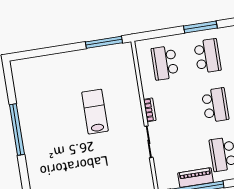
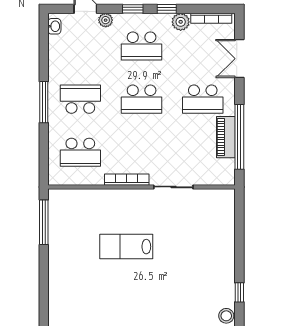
school desk: (215, 105) -> (142, 99), turned 180
bookcase: (150, 110) -> (127, 180), width x1.56

